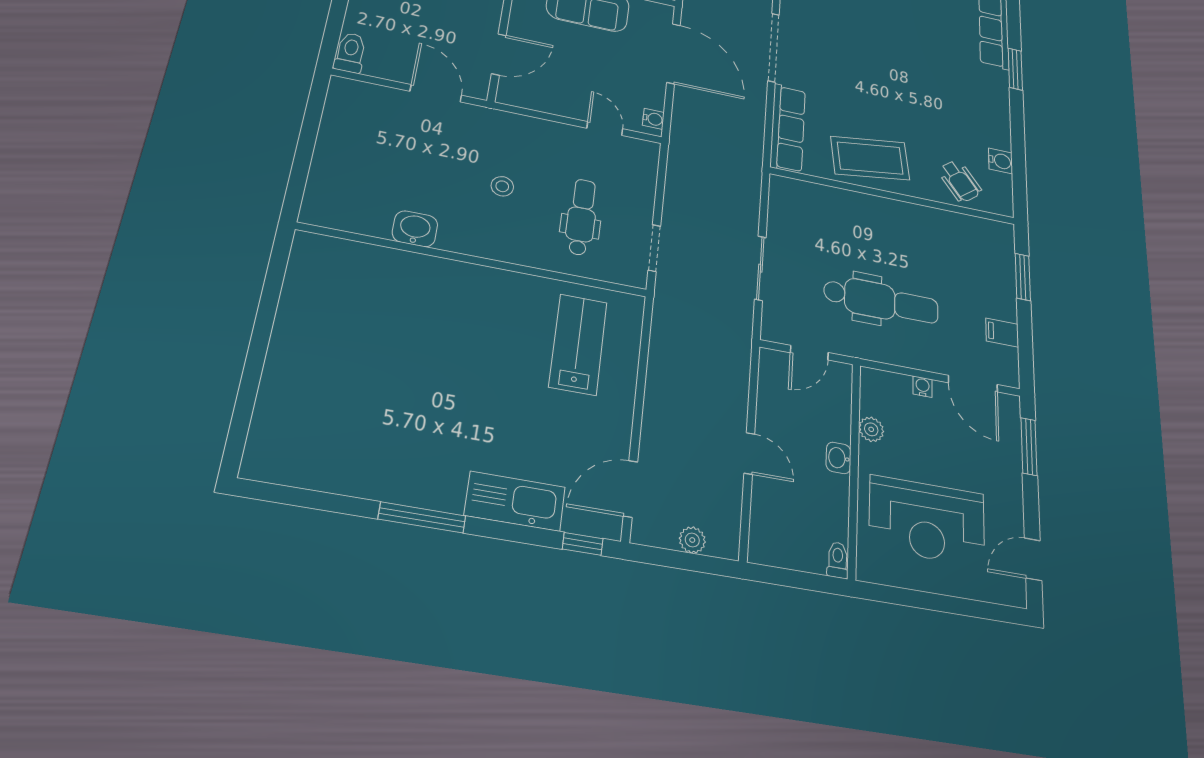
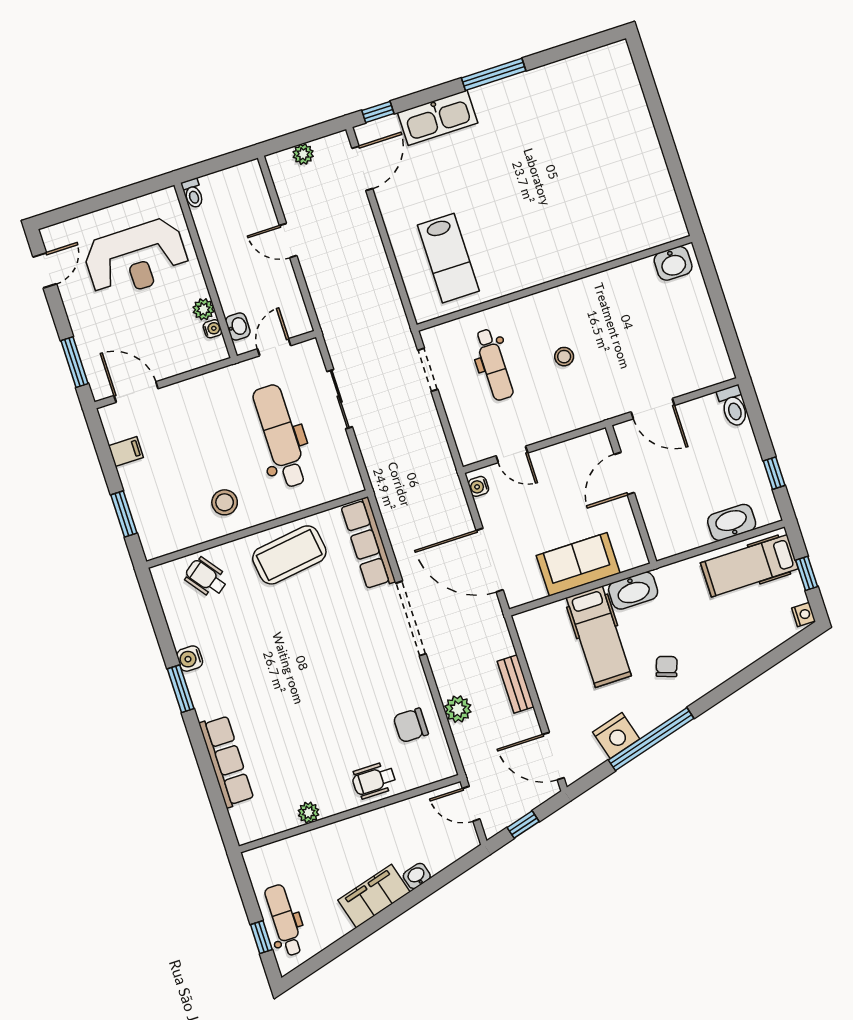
window: (1015, 69) -> (181, 689), moved
water cooler: (1001, 161) -> (190, 659), moved
washbasin: (415, 229) -> (673, 263), moved
stool: (917, 236) -> (225, 502), added
dental chair: (881, 301) -> (280, 436), moved, turned 90
water cooler: (923, 387) -> (213, 329), moved, turned -90
washbasin: (839, 458) -> (238, 326), moved
reception desk: (927, 521) -> (136, 258), turned 180

